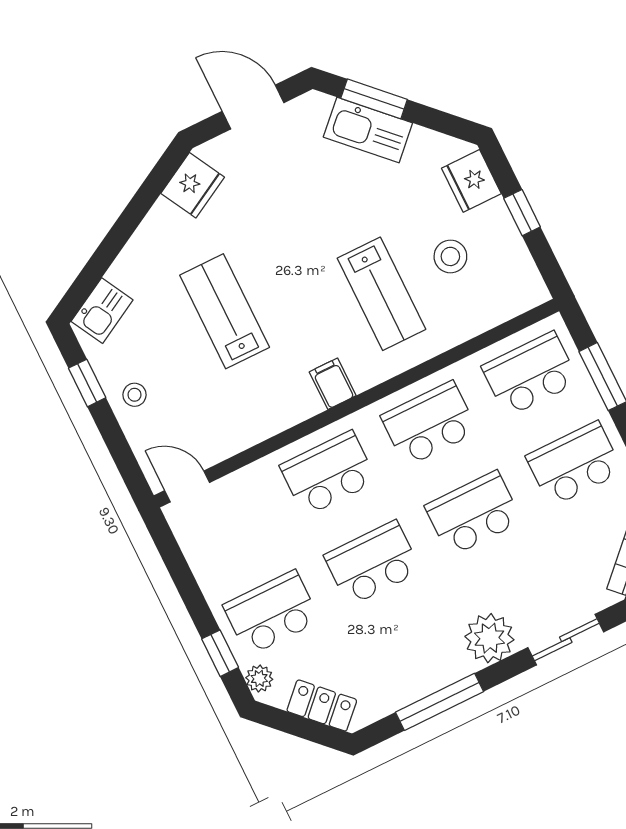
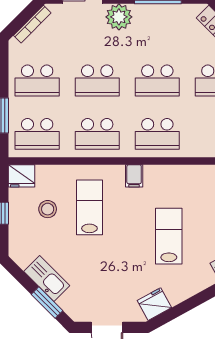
kitchen sink: (368, 130) -> (47, 278), moved
fridge: (471, 181) -> (22, 176), moved, turned 90
lab bench: (225, 311) -> (169, 236), turned 180

